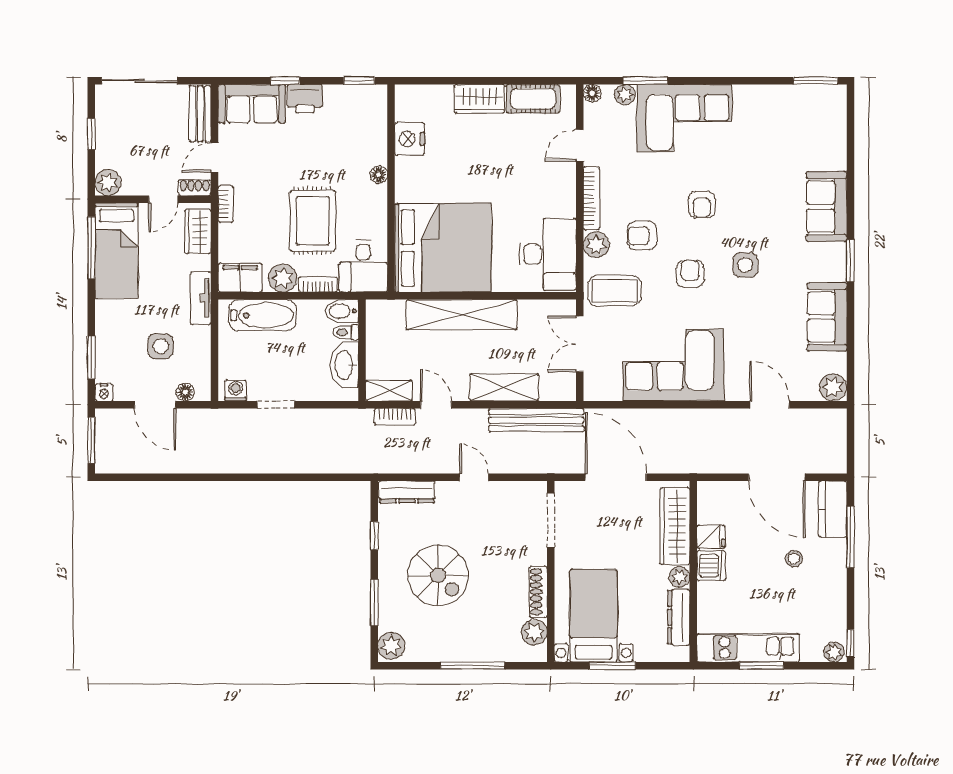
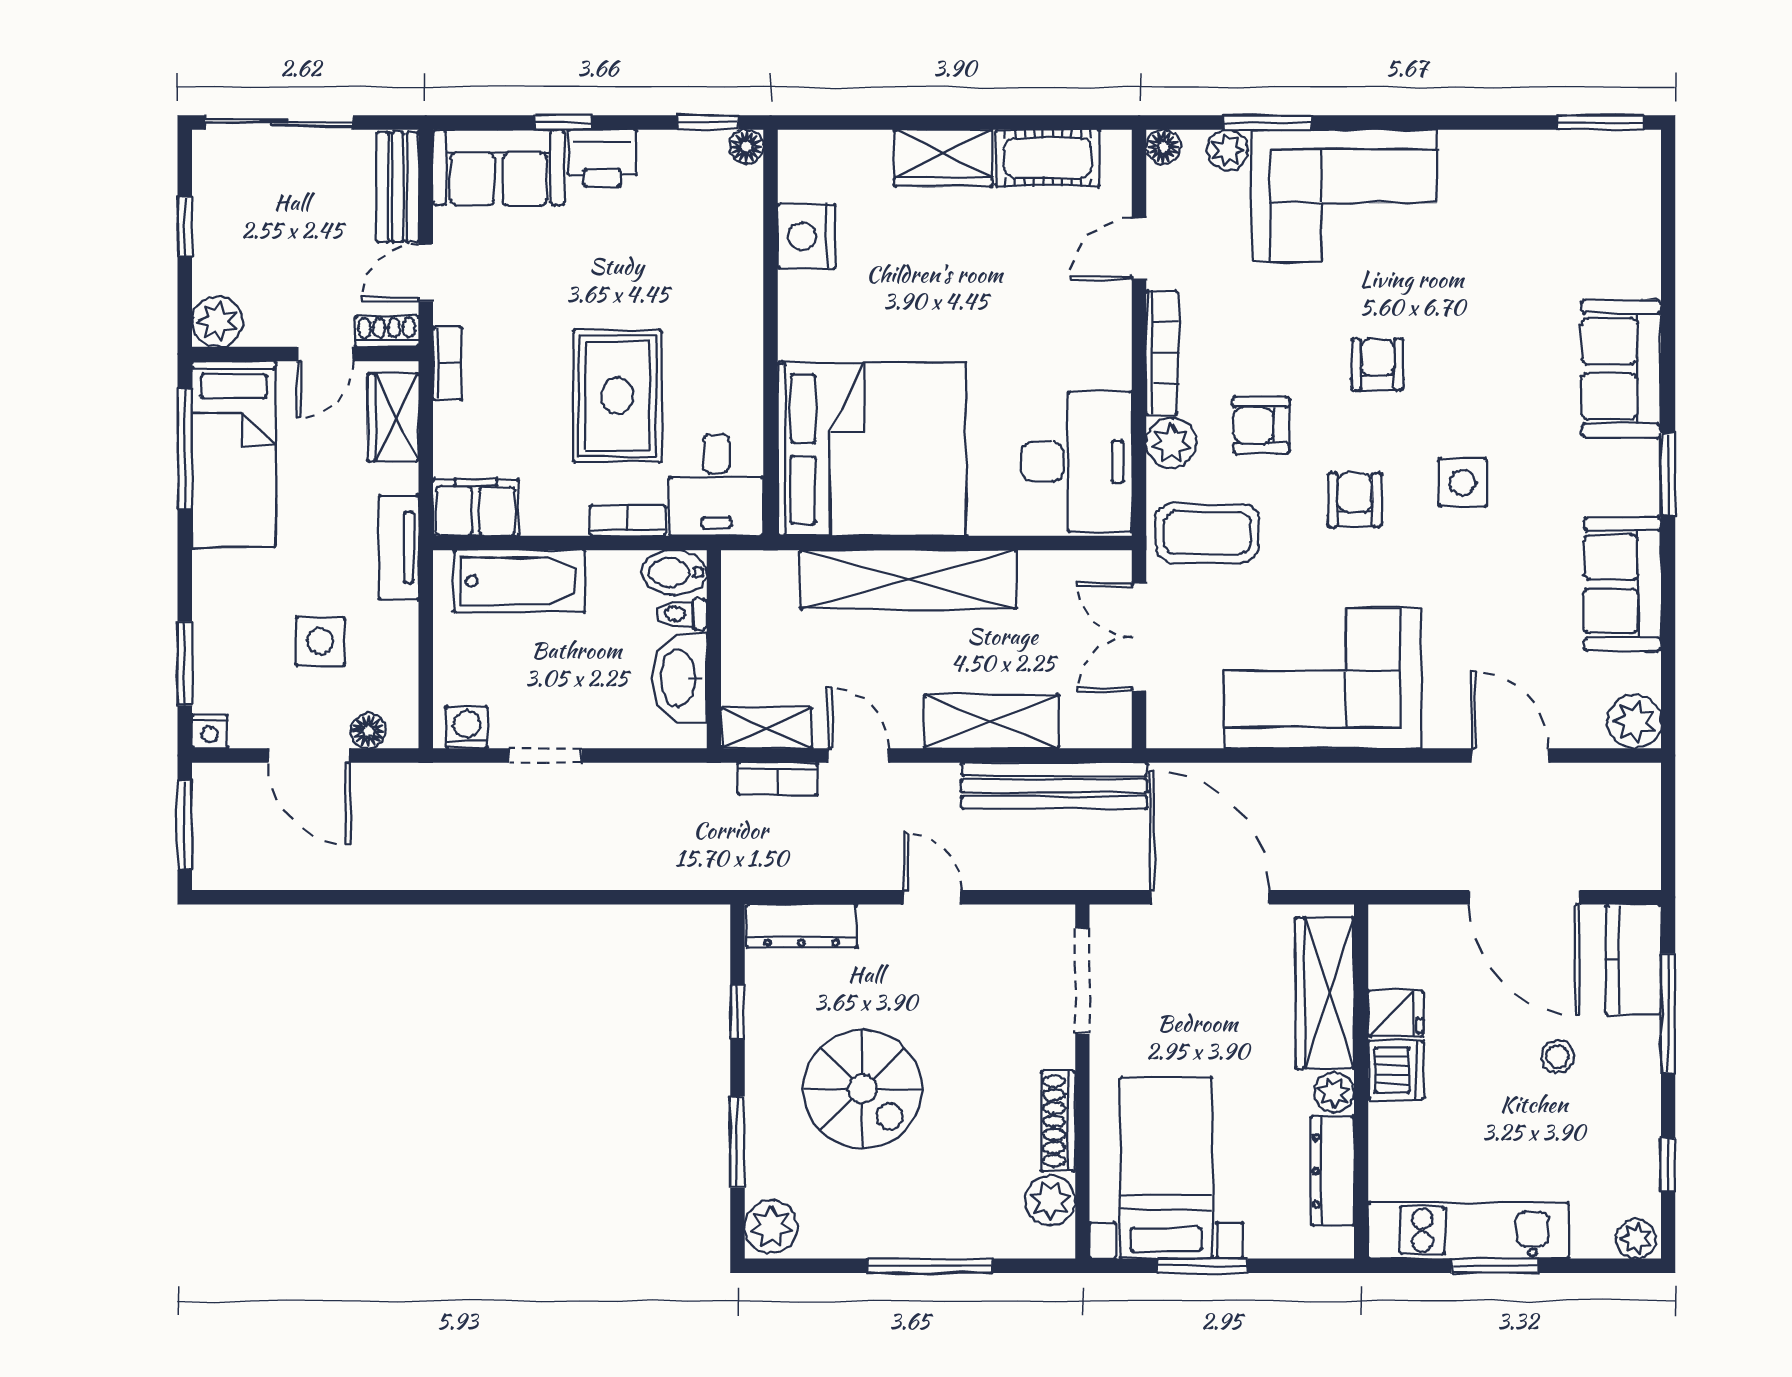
floor lamp: (379, 175) -> (746, 147), moved
armchair: (702, 205) -> (1378, 365), turned 180
plant: (283, 278) -> (559, 508), removed
window: (850, 643) -> (1668, 1165), moved

